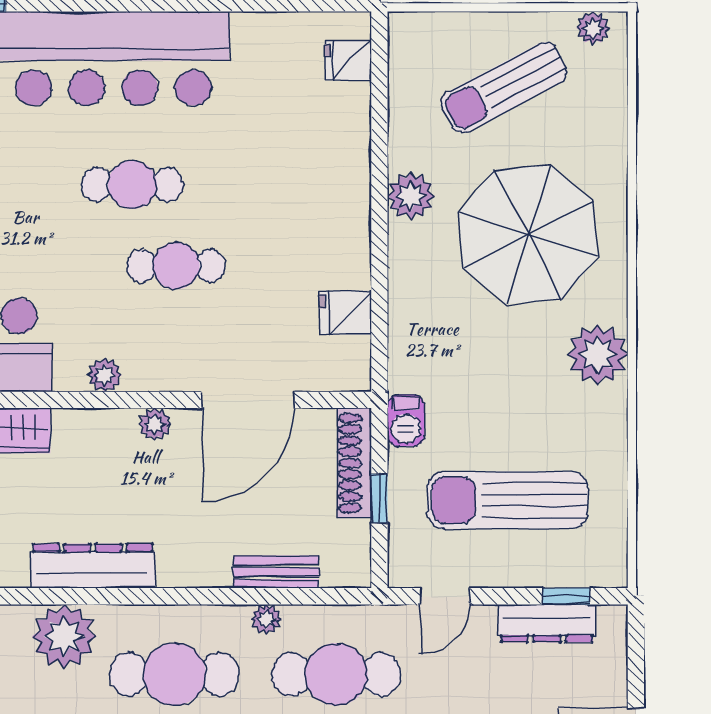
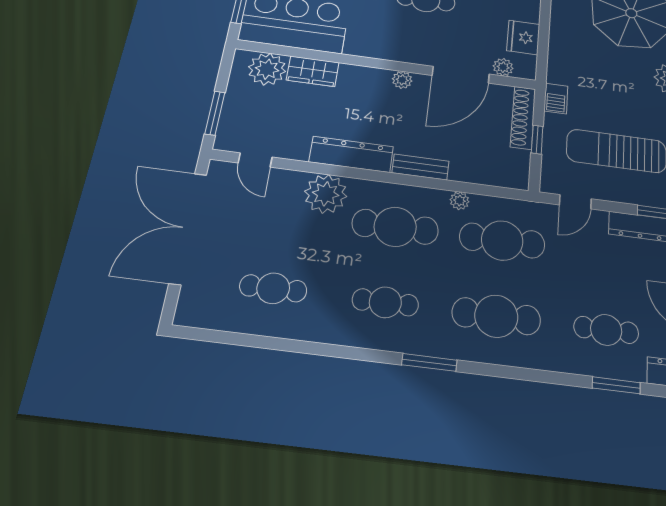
fridge: (345, 313) -> (523, 37), width x1.38
plant: (105, 375) -> (503, 67), moved
bench: (276, 572) -> (420, 167), moved

